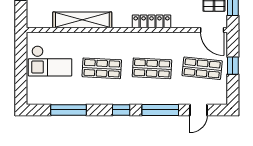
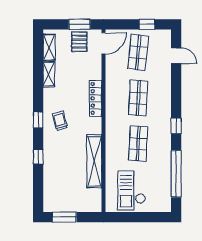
checkout: (50, 61) -> (132, 191), turned 180
window: (233, 66) -> (147, 24), moved
window: (69, 110) -> (176, 174), width x1.46
window: (160, 110) -> (176, 90), removed

